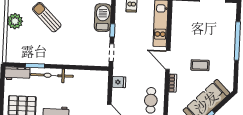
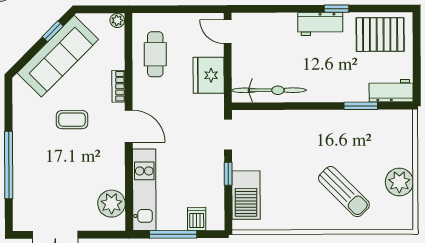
plant: (180, 16) -> (112, 204), added
bicycle: (52, 75) -> (269, 90), moved
fridge: (119, 82) -> (209, 75), width x1.88, depth x1.34

